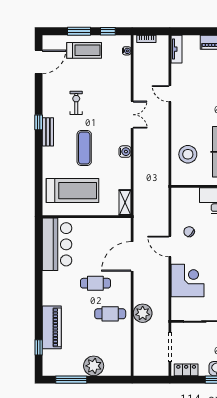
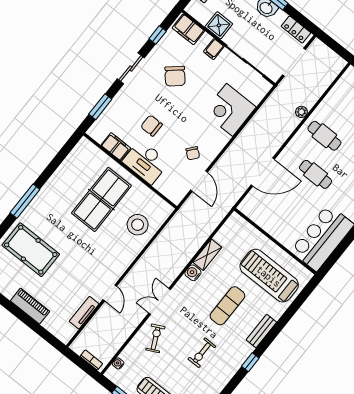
tv unit: (177, 49) -> (84, 313), moved
exercise bike: (115, 88) -> (155, 338), added
bench: (48, 132) -> (261, 331), moved
shelving: (125, 203) -> (207, 255), moved
door: (170, 246) -> (199, 181), moved
plant: (143, 313) -> (301, 112), width x0.53, depth x0.53

